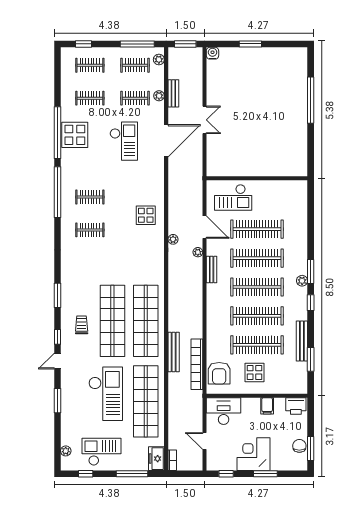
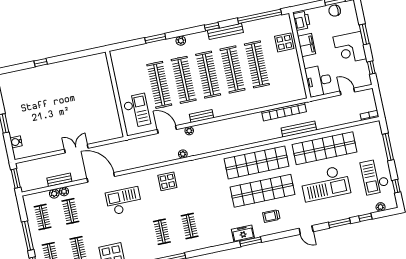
window: (137, 44) -> (28, 236), moved
water cooler: (212, 53) -> (16, 142), moved
plant: (159, 60) -> (54, 194), moved
window: (311, 100) -> (41, 63), width x0.32
checkout: (124, 141) -> (124, 201), moved
door: (205, 227) -> (167, 130), hinge flipped
window: (311, 272) -> (155, 38), moved
plant: (302, 281) -> (181, 41), moved
window: (57, 337) -> (365, 217), moved
bench: (302, 341) -> (225, 31), moved
bench: (174, 352) -> (299, 129), moved
window: (311, 359) -> (260, 16), width x2.11
display table: (254, 372) -> (284, 42), moved
armchair: (219, 373) -> (288, 91), removed
checkout: (106, 394) -> (325, 183), turned 180
filing cabinet: (267, 406) -> (307, 45), width x2.00
door: (205, 441) -> (347, 92), swing flipped
freezer: (156, 459) -> (243, 234), moved, turned 180

